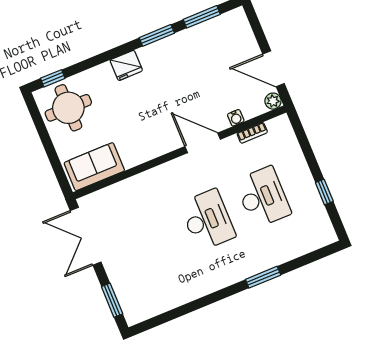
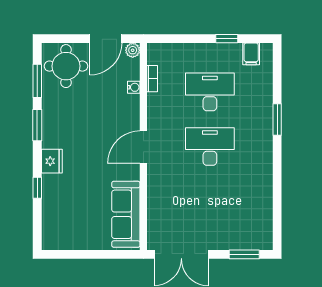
window: (53, 78) -> (37, 188), moved
round table: (68, 108) -> (66, 66), moved
door: (203, 143) -> (143, 147), moved
sofa: (94, 167) -> (126, 214), width x1.36
filing cabinet: (319, 223) -> (251, 54), added

